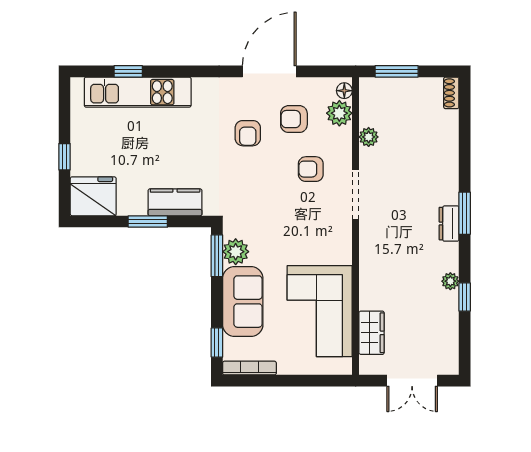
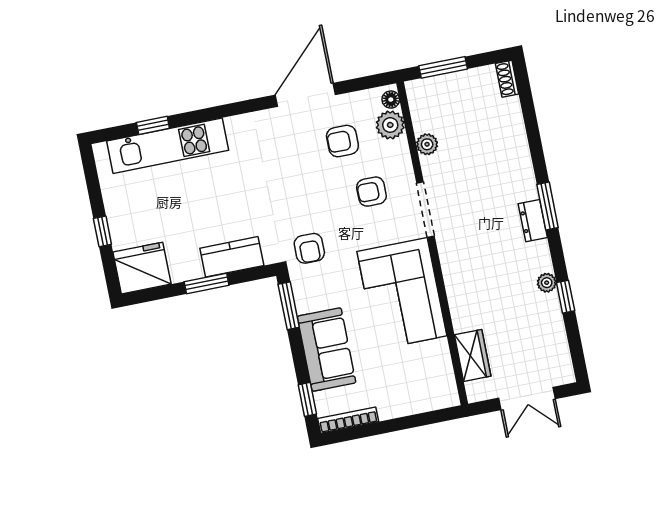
armchair: (248, 133) -> (309, 248), moved
plant: (236, 252) -> (308, 297), removed
corner sofa: (320, 311) -> (402, 294), moved

